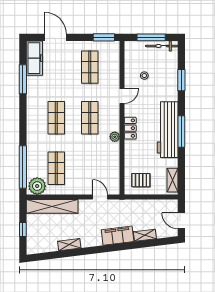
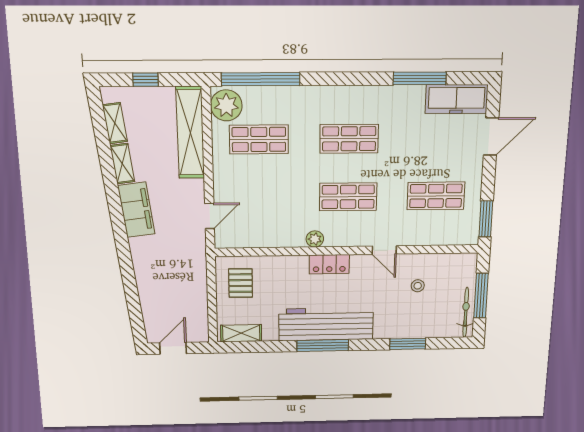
shelving: (145, 235) -> (115, 123), moved
filing cabinet: (118, 236) -> (136, 210), moved

